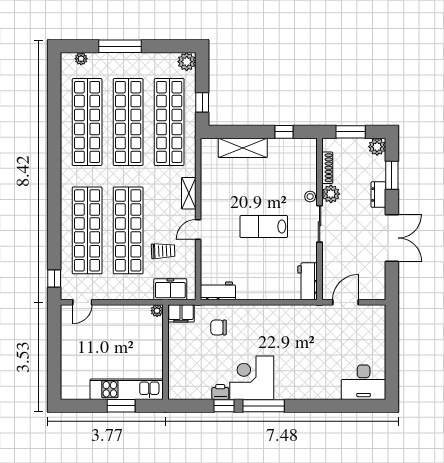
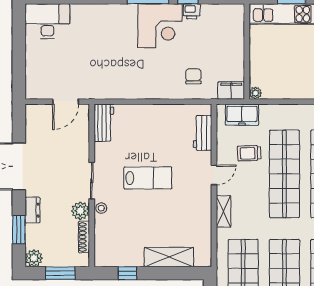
workbench: (218, 291) -> (203, 133), moved, turned 90
chair: (219, 327) -> (193, 76), turned -90

